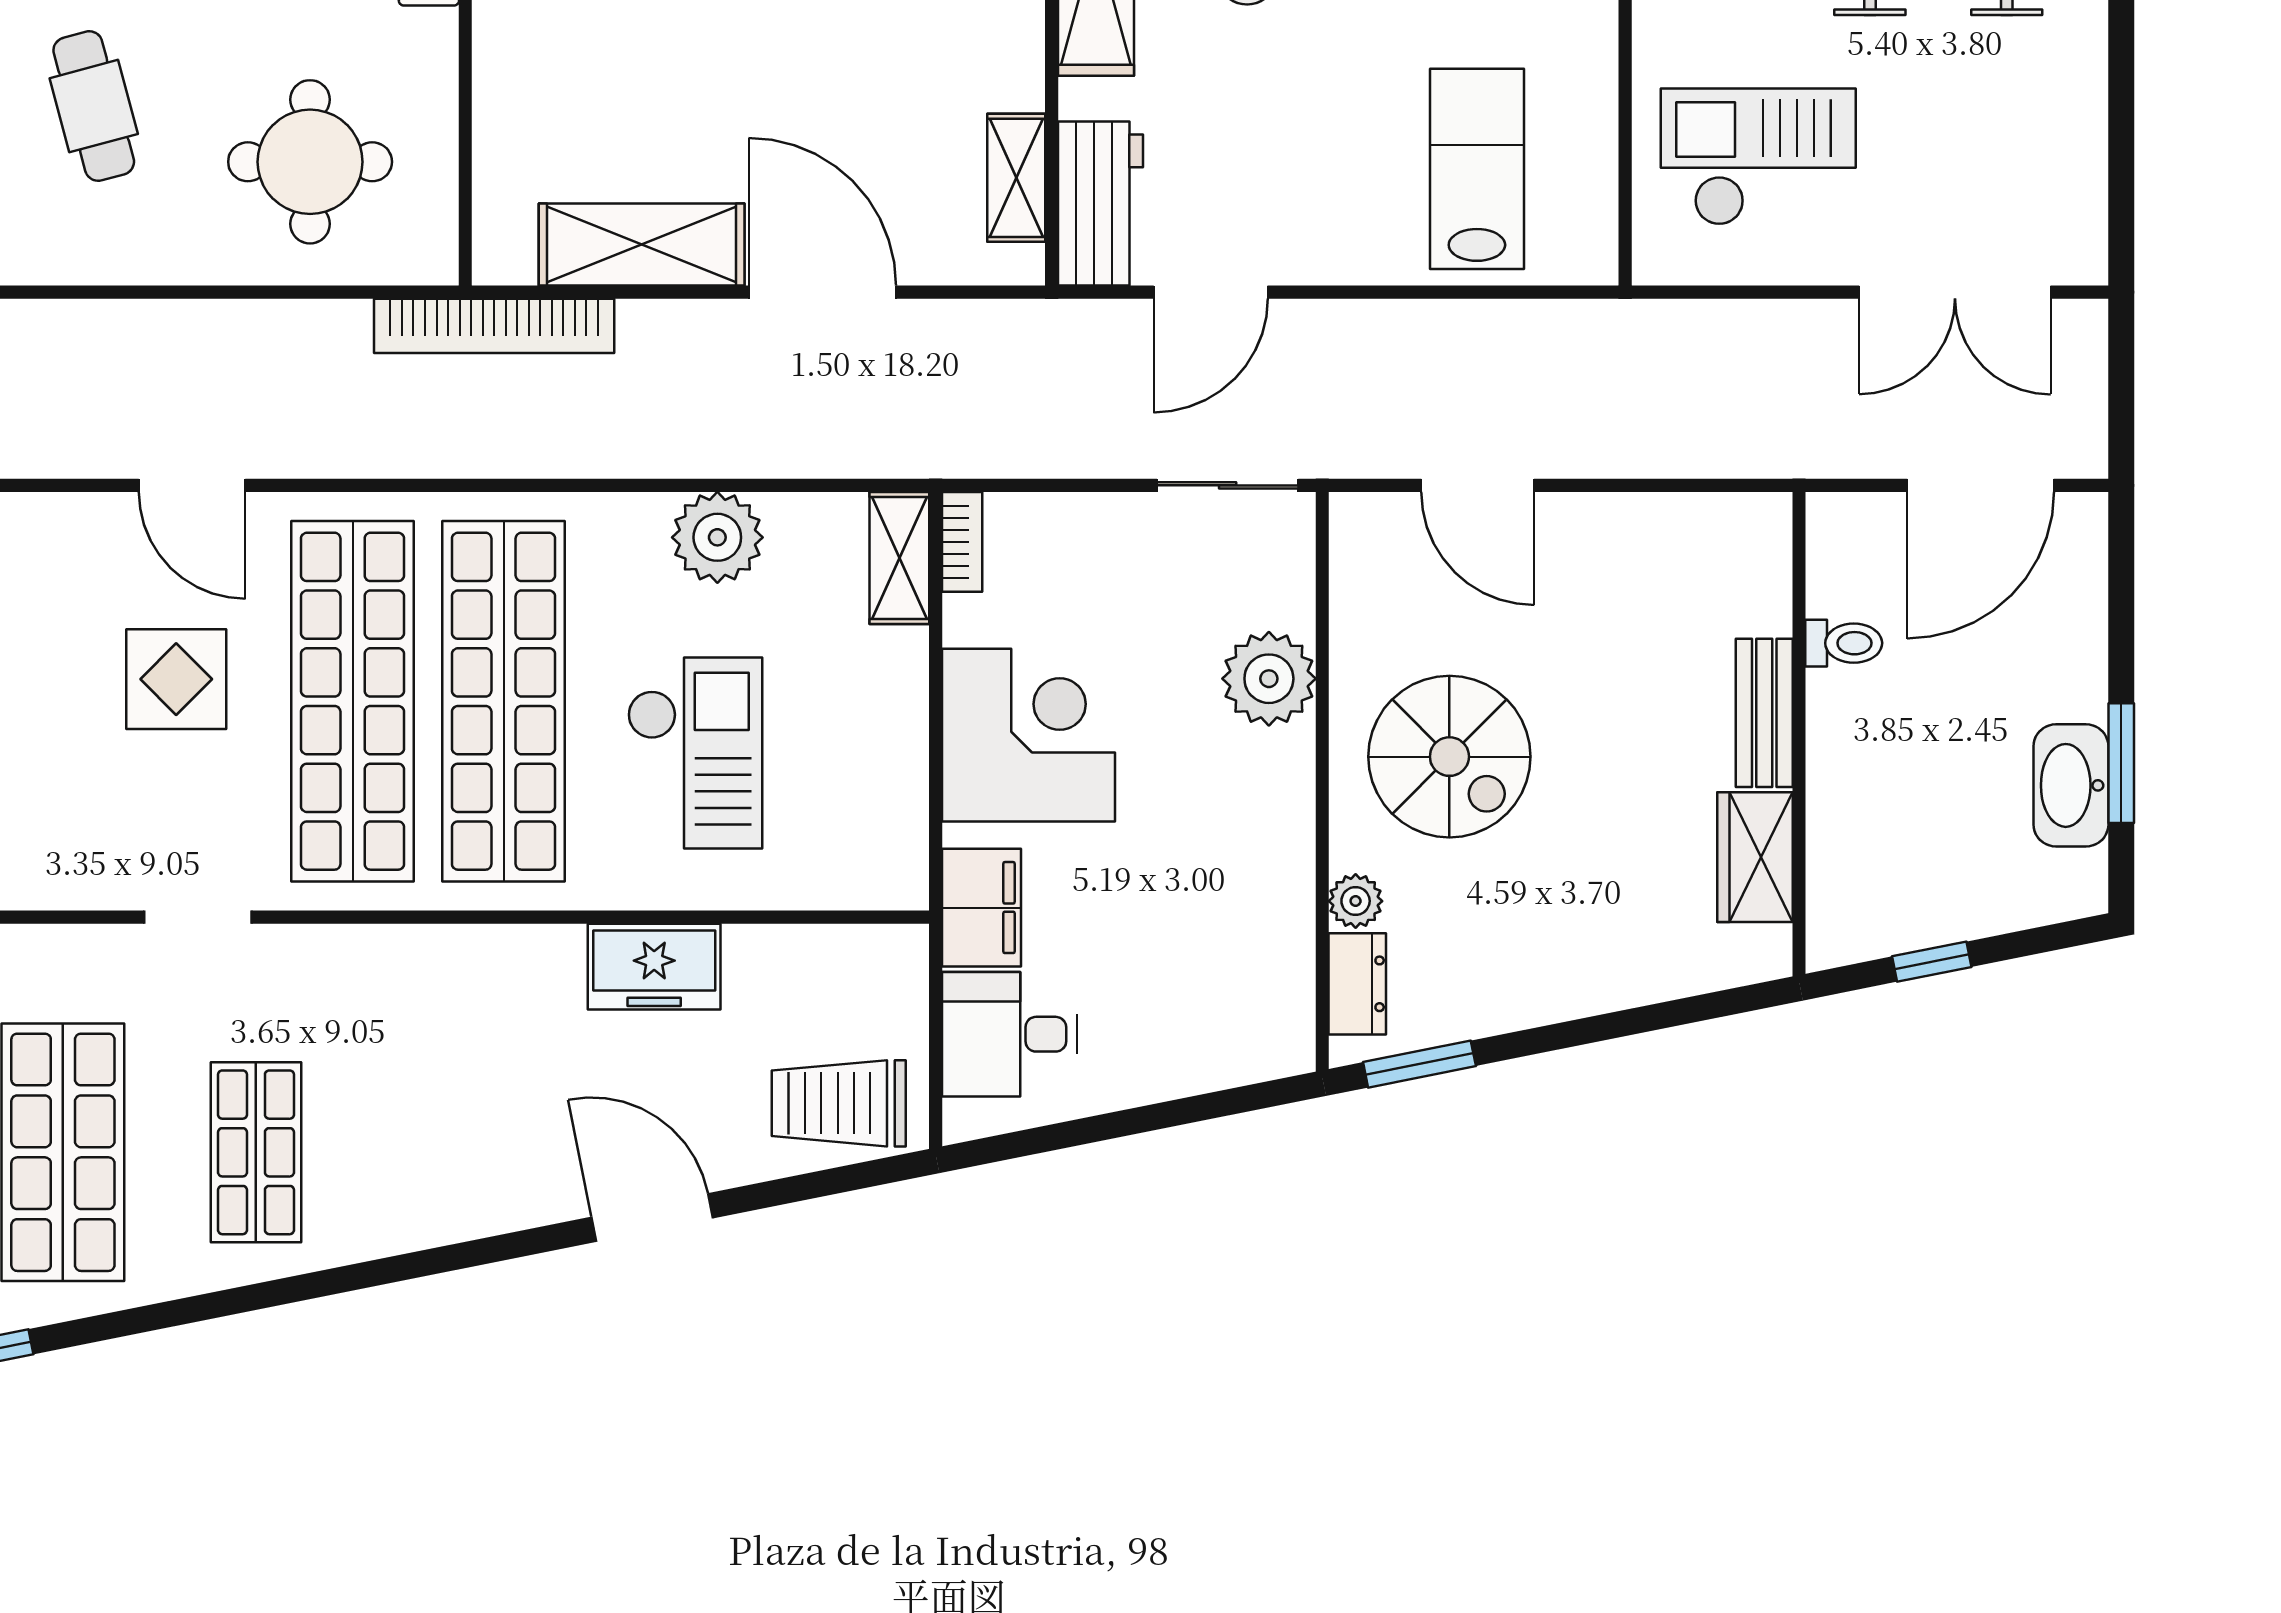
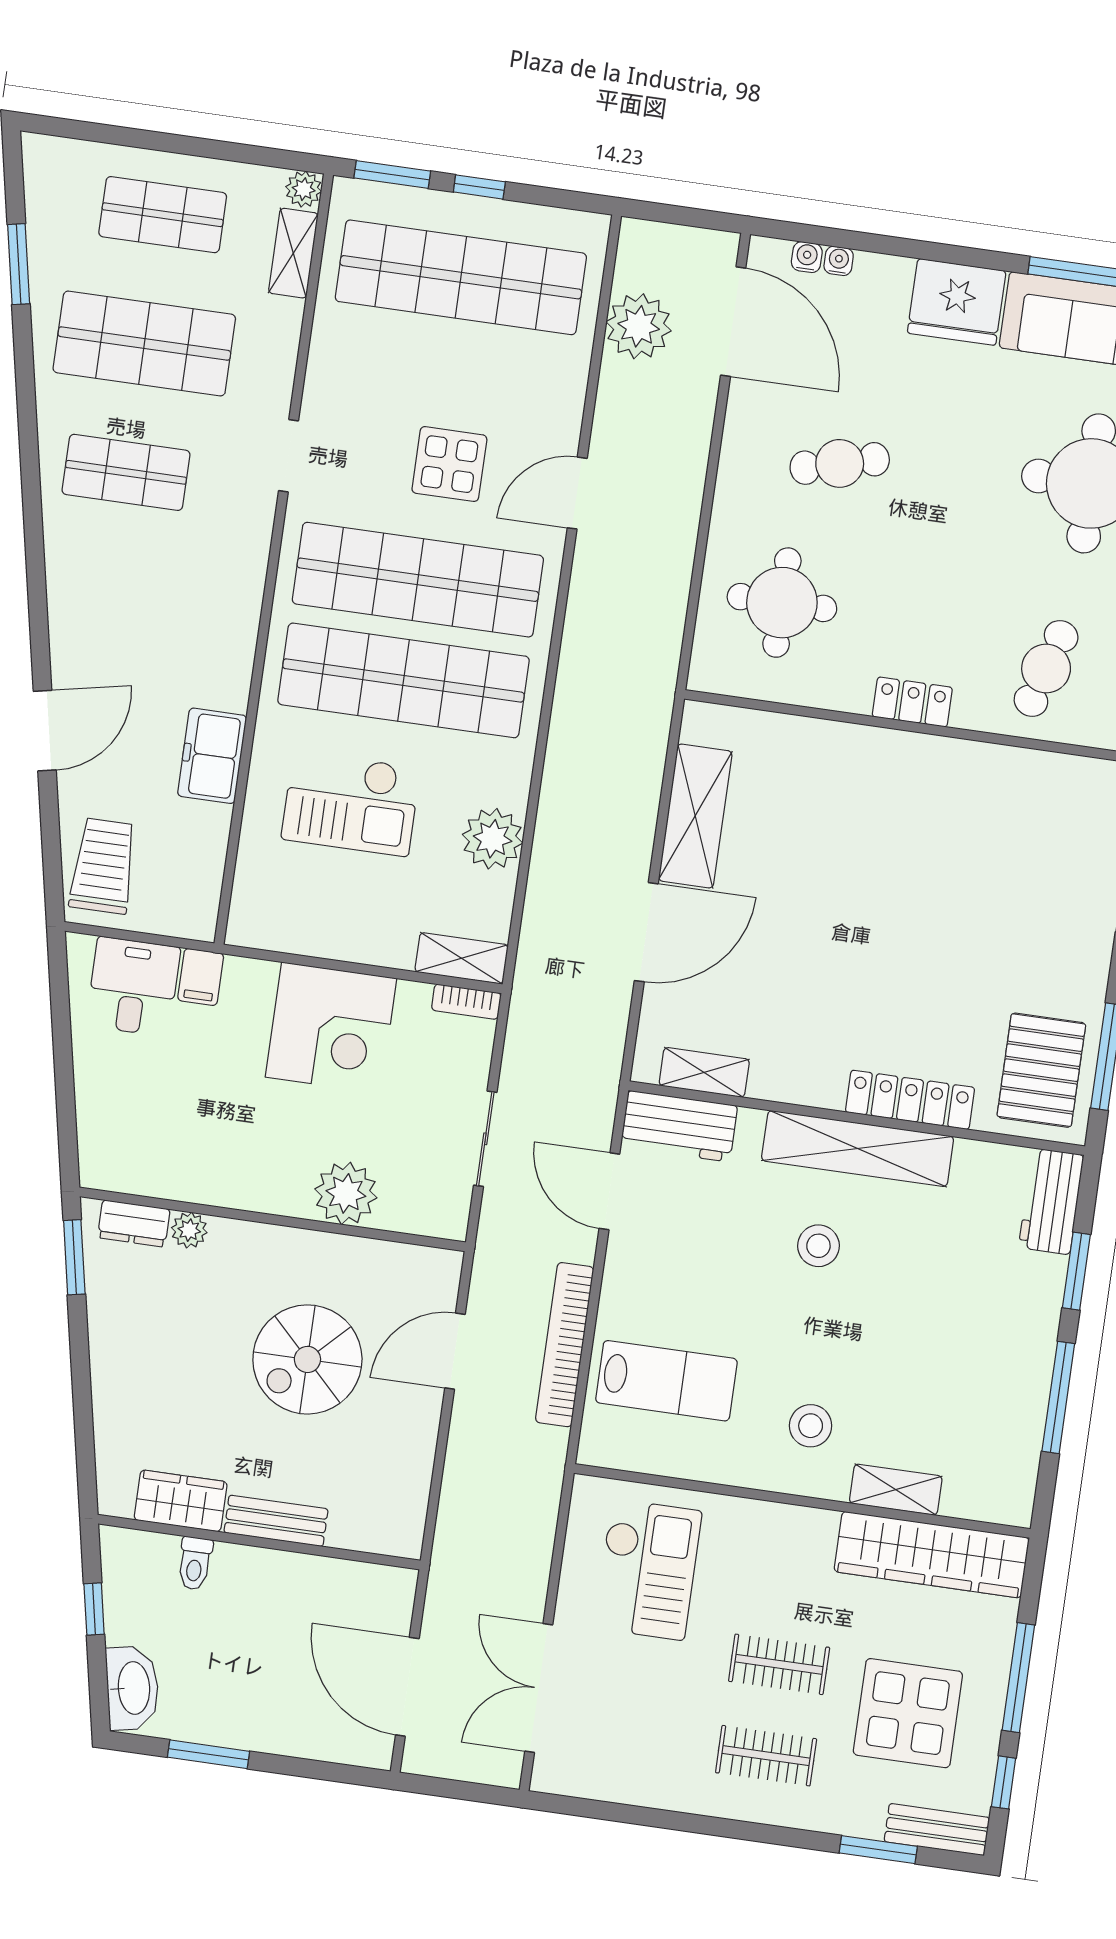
bookcase: (494, 326) -> (565, 1345), moved
sliding door: (1228, 485) -> (485, 1139), moved
toilet: (1844, 643) -> (195, 1563), moved
spiral stairs: (1449, 757) -> (307, 1359), moved
washbasin: (2071, 785) -> (132, 1688), moved, turned 79
filing cabinet: (981, 908) -> (201, 977), width x0.50

